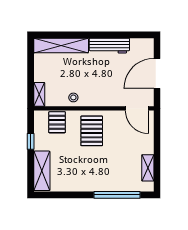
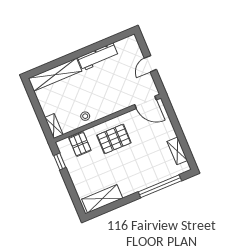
door: (157, 73) -> (150, 64), width x0.53
pallet: (92, 131) -> (114, 139), turned 90
window: (31, 141) -> (60, 161), moved
shelving: (42, 171) -> (102, 199), moved, turned 90

